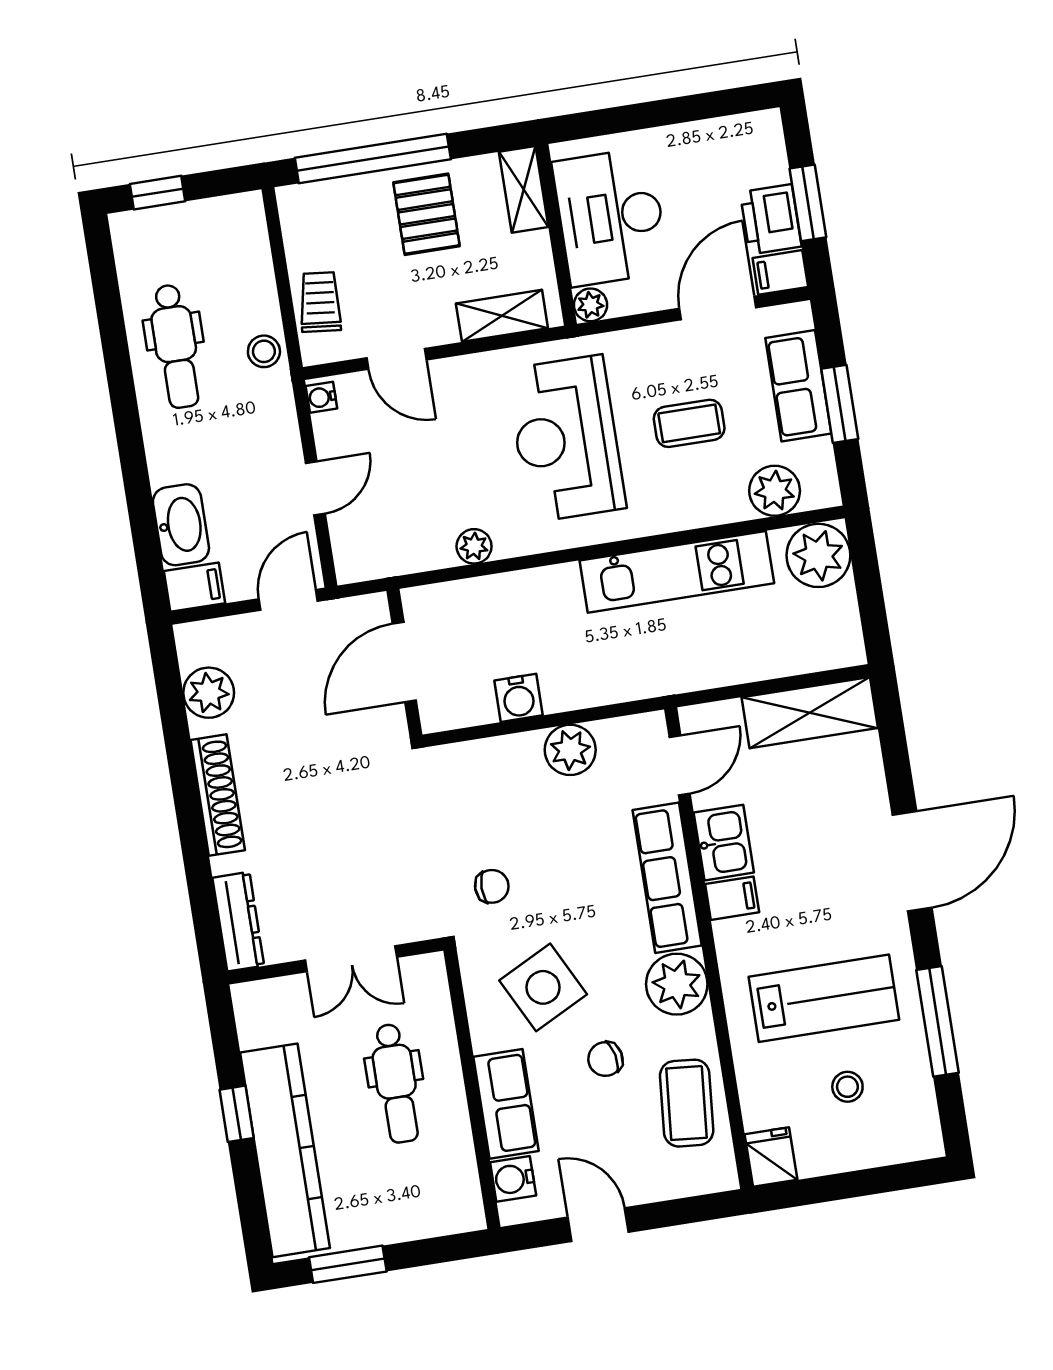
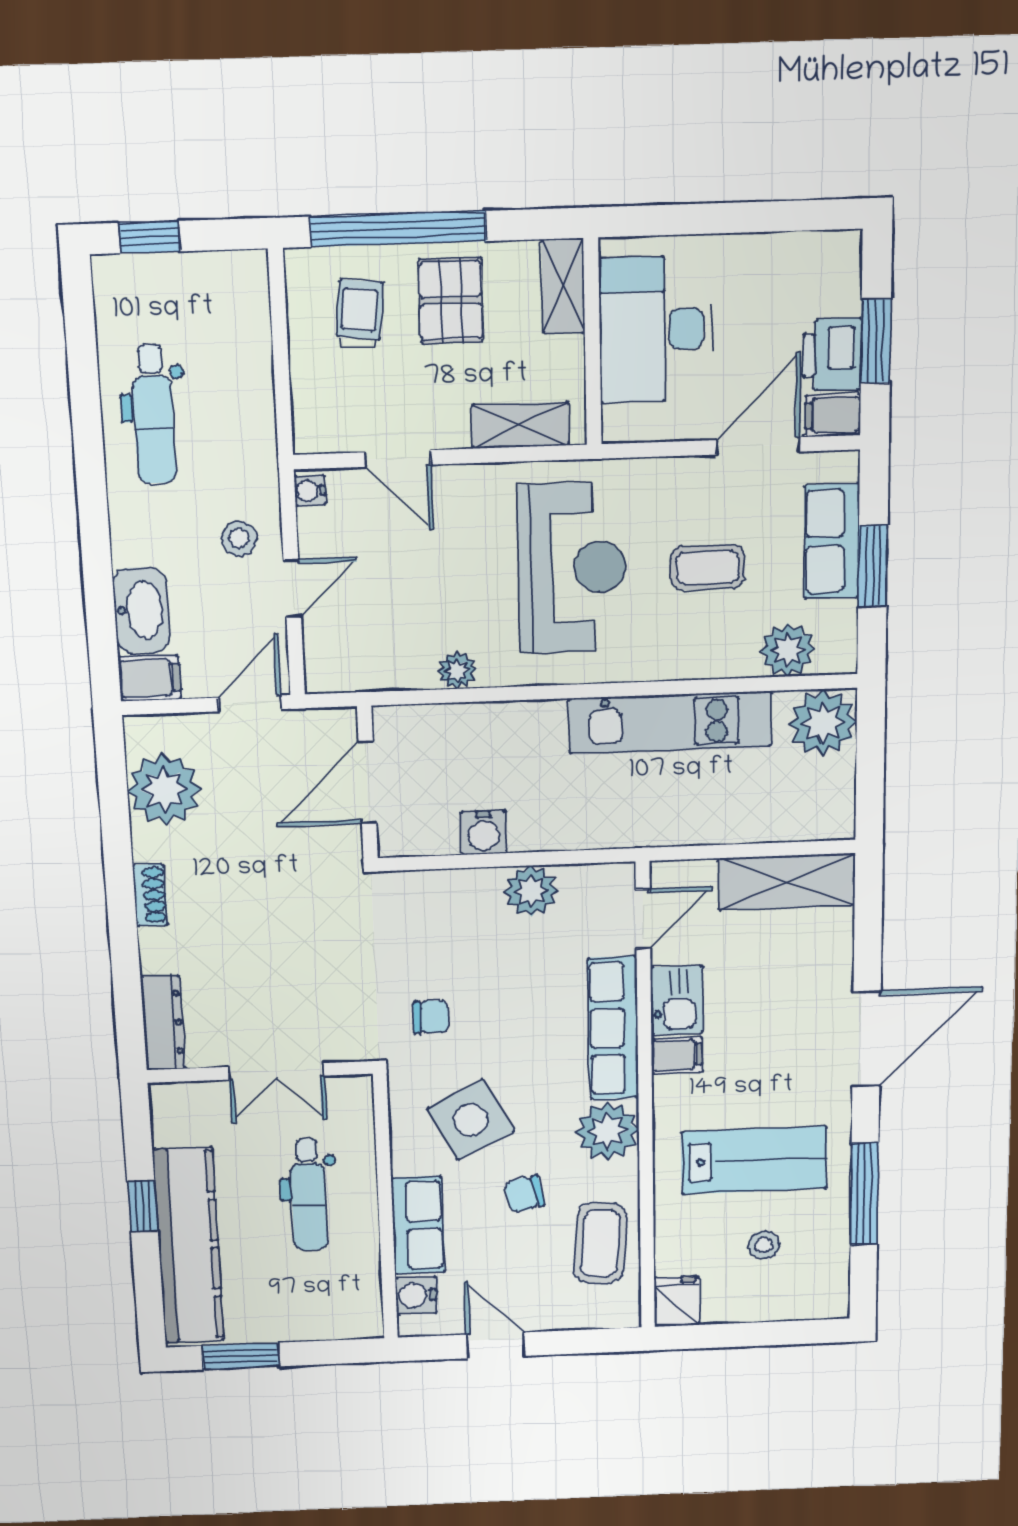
trolley: (320, 302) -> (359, 314), moved
plant: (591, 305) -> (619, 425), removed
stool: (264, 351) -> (239, 539), moved
reception desk: (566, 439) -> (572, 568), turned 180
plant: (209, 693) -> (164, 789), width x1.36, depth x1.36
shoe rack: (218, 795) -> (150, 895), width x0.51, depth x0.81

